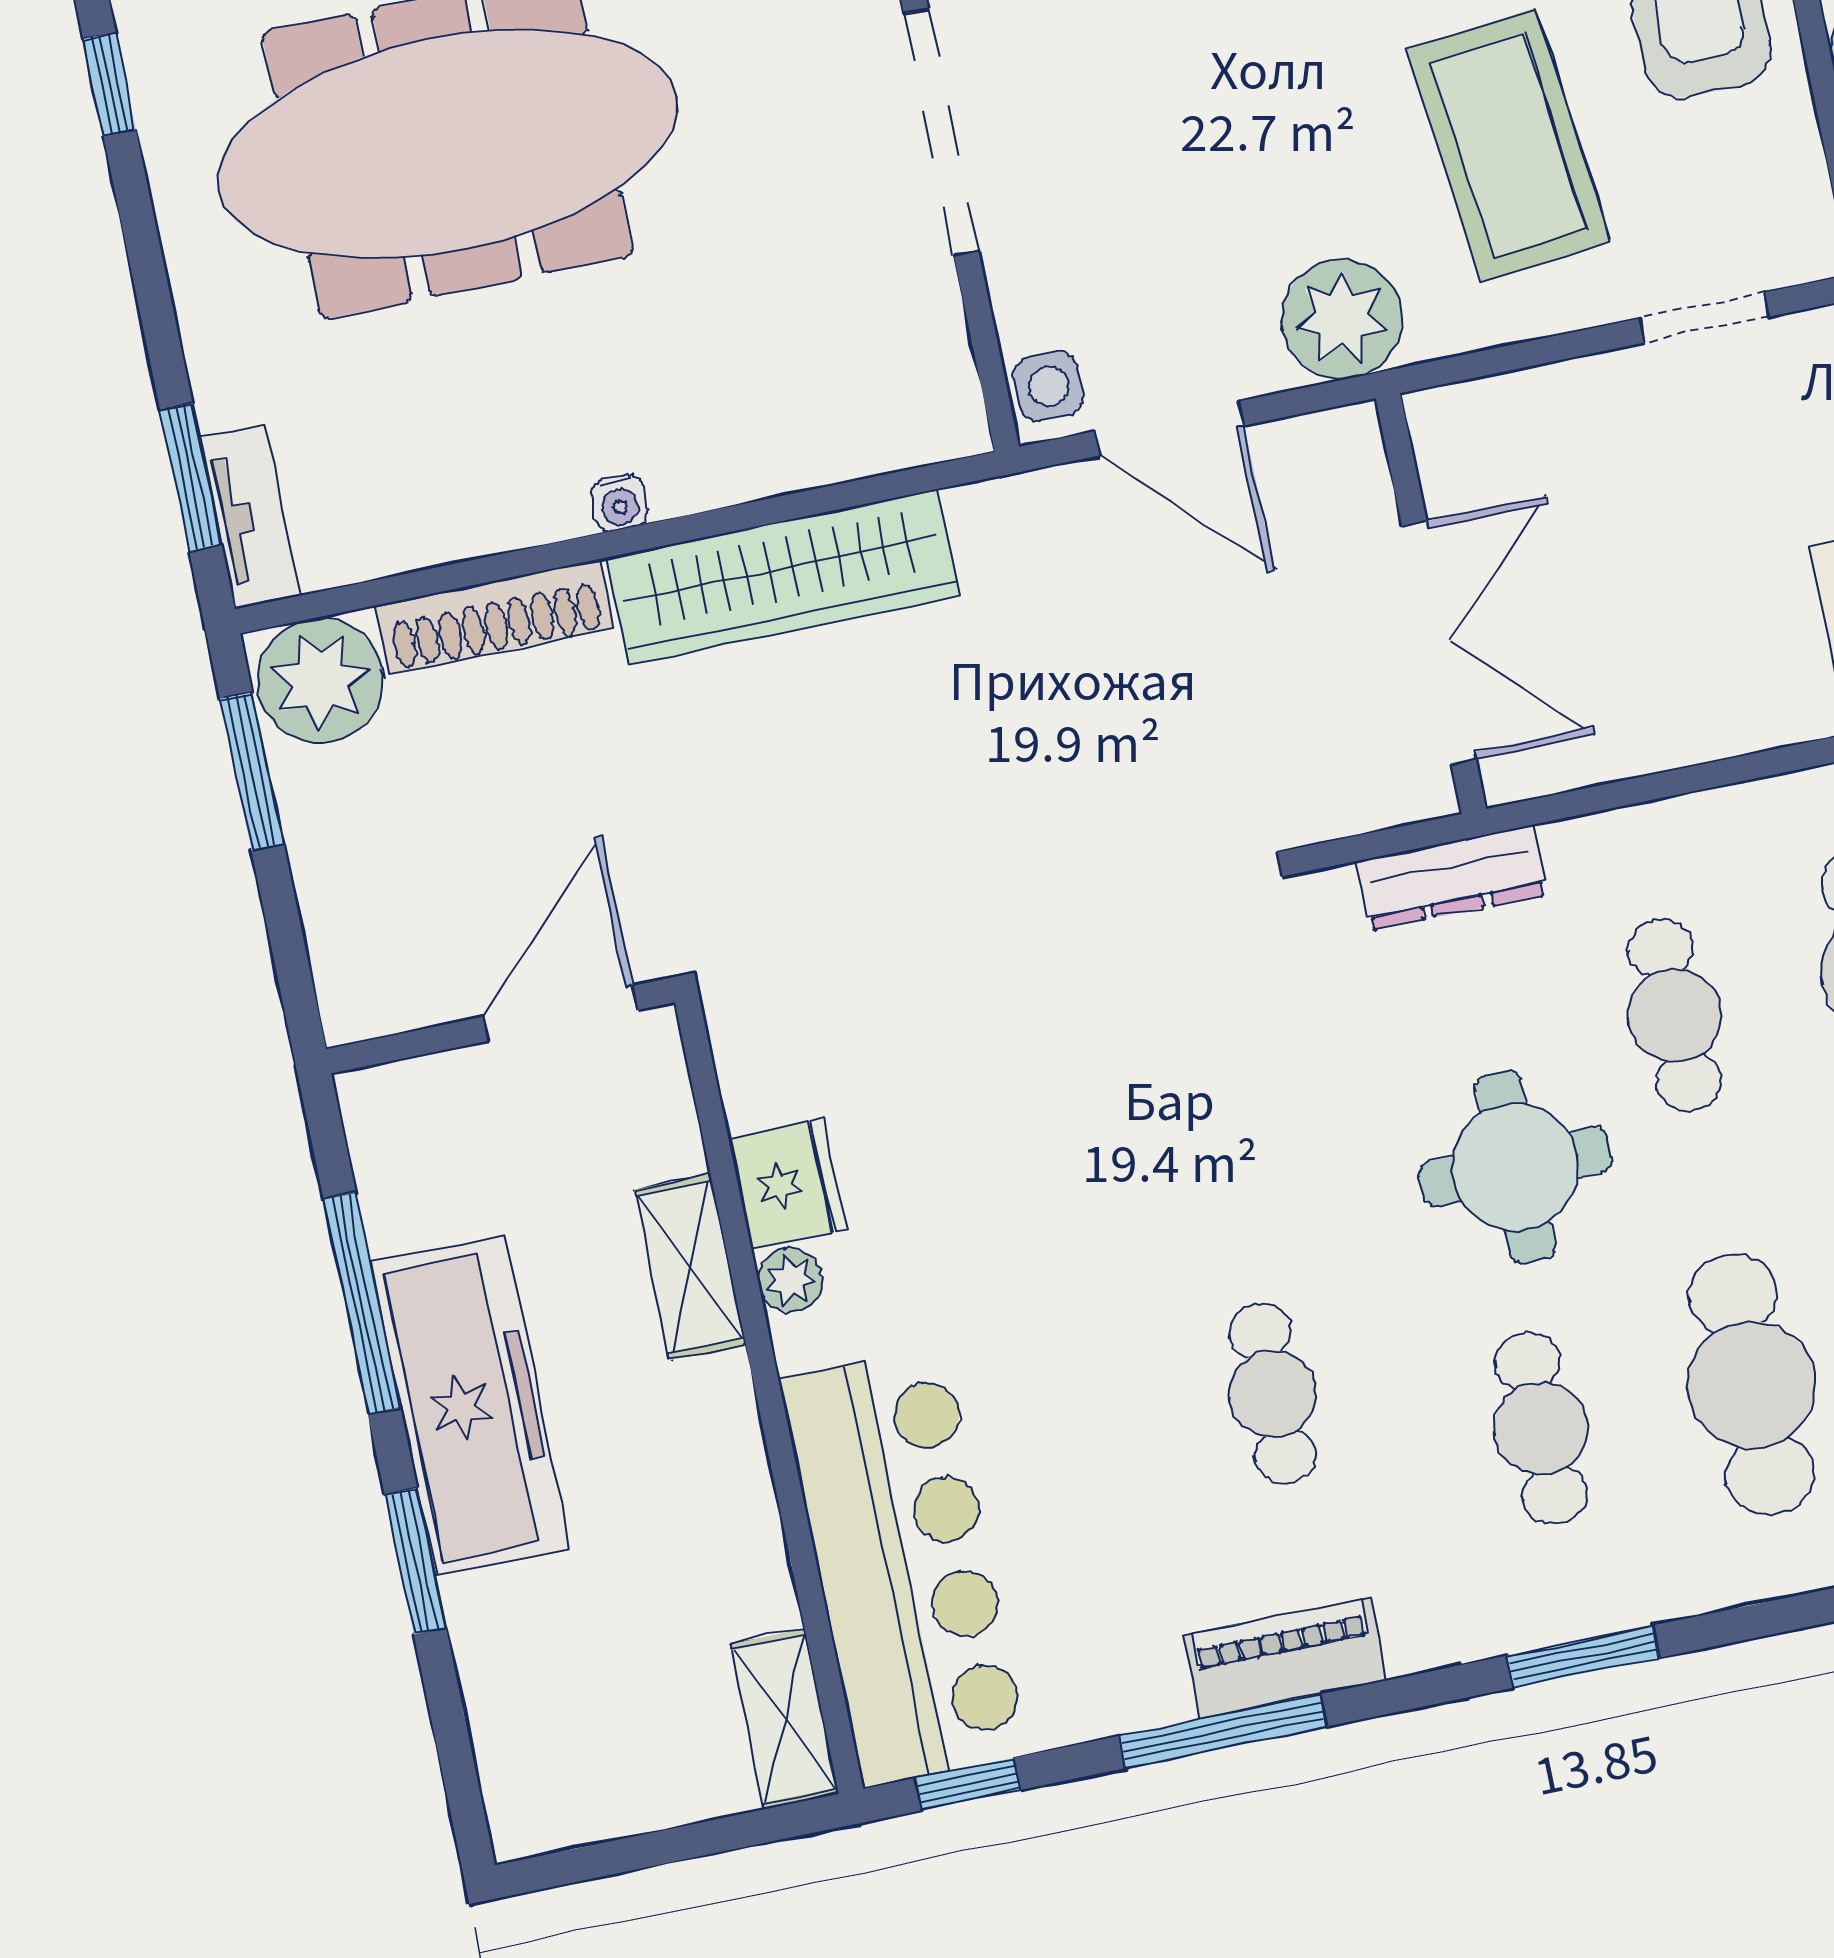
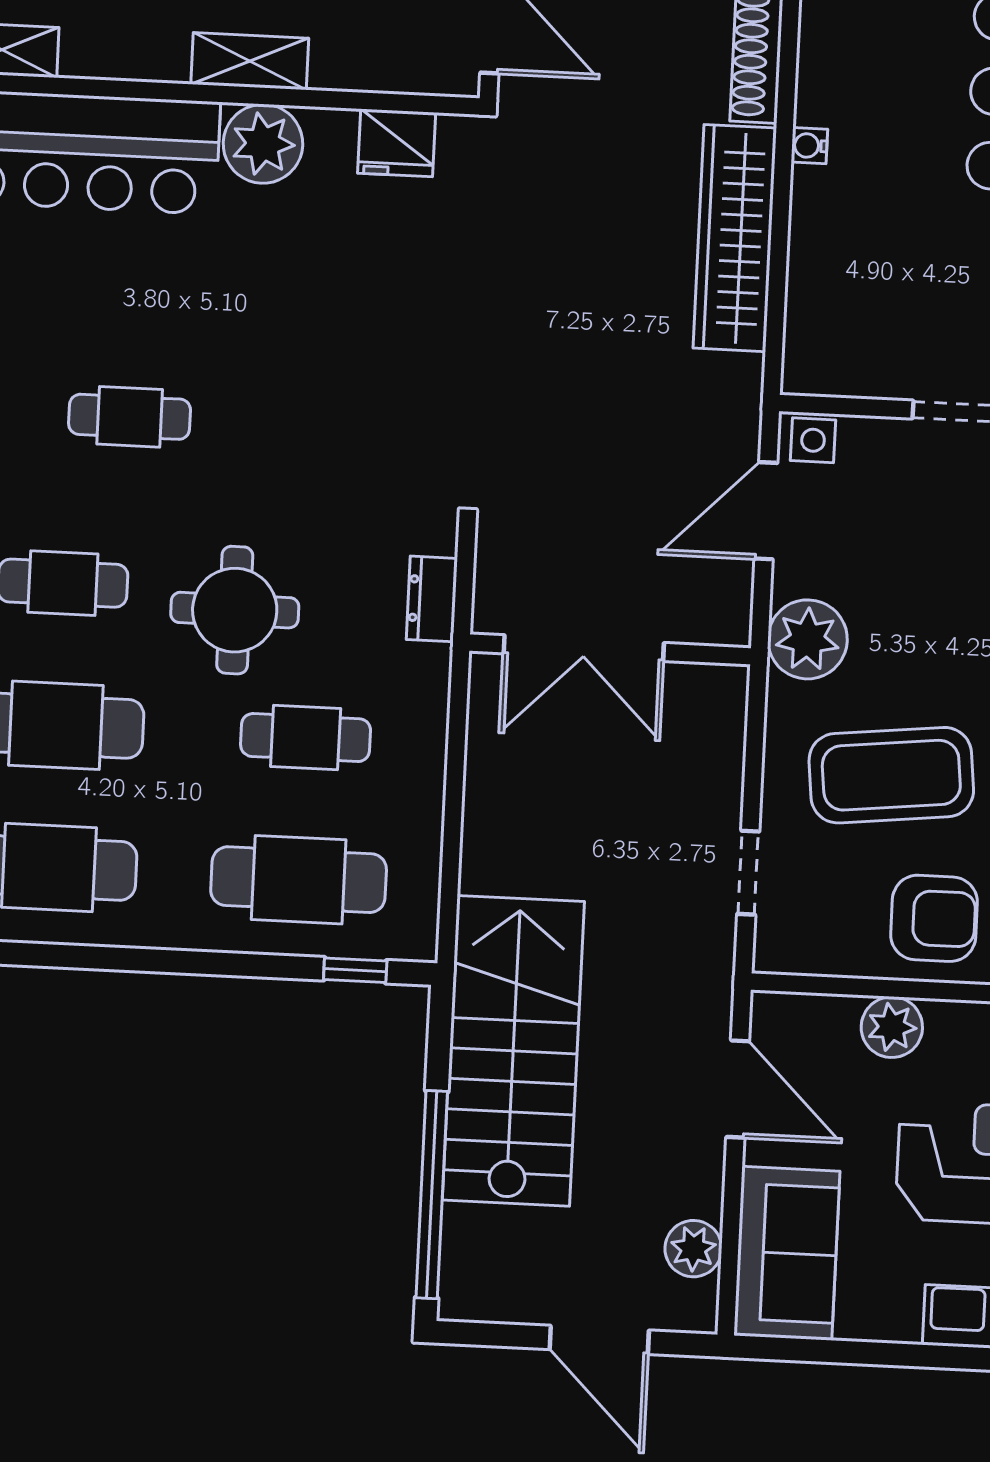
dresser: (1452, 878) -> (432, 599), width x0.70
fridge: (787, 1184) -> (397, 143), moved
shelving: (690, 1267) -> (250, 61), moved
plant: (790, 1280) -> (263, 144), width x1.88, depth x1.88

